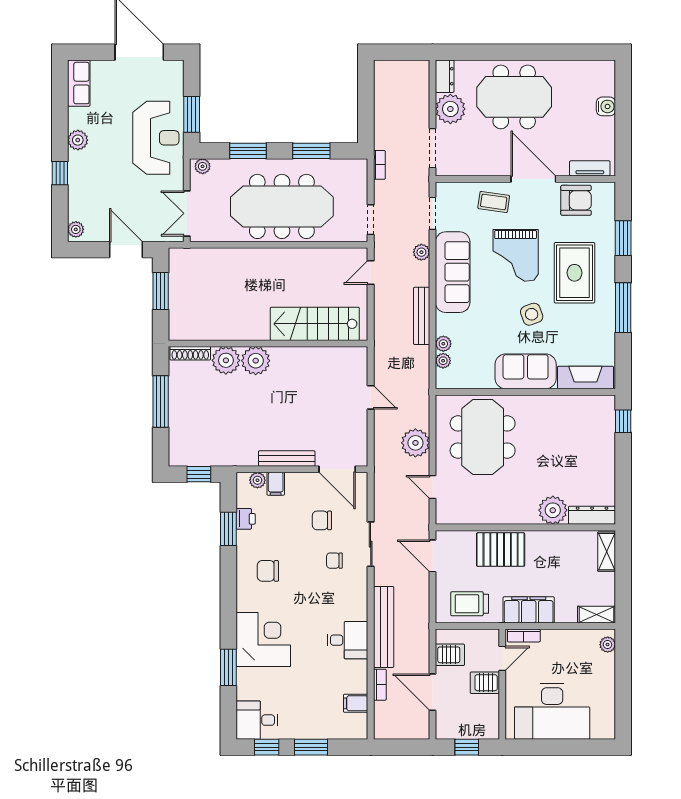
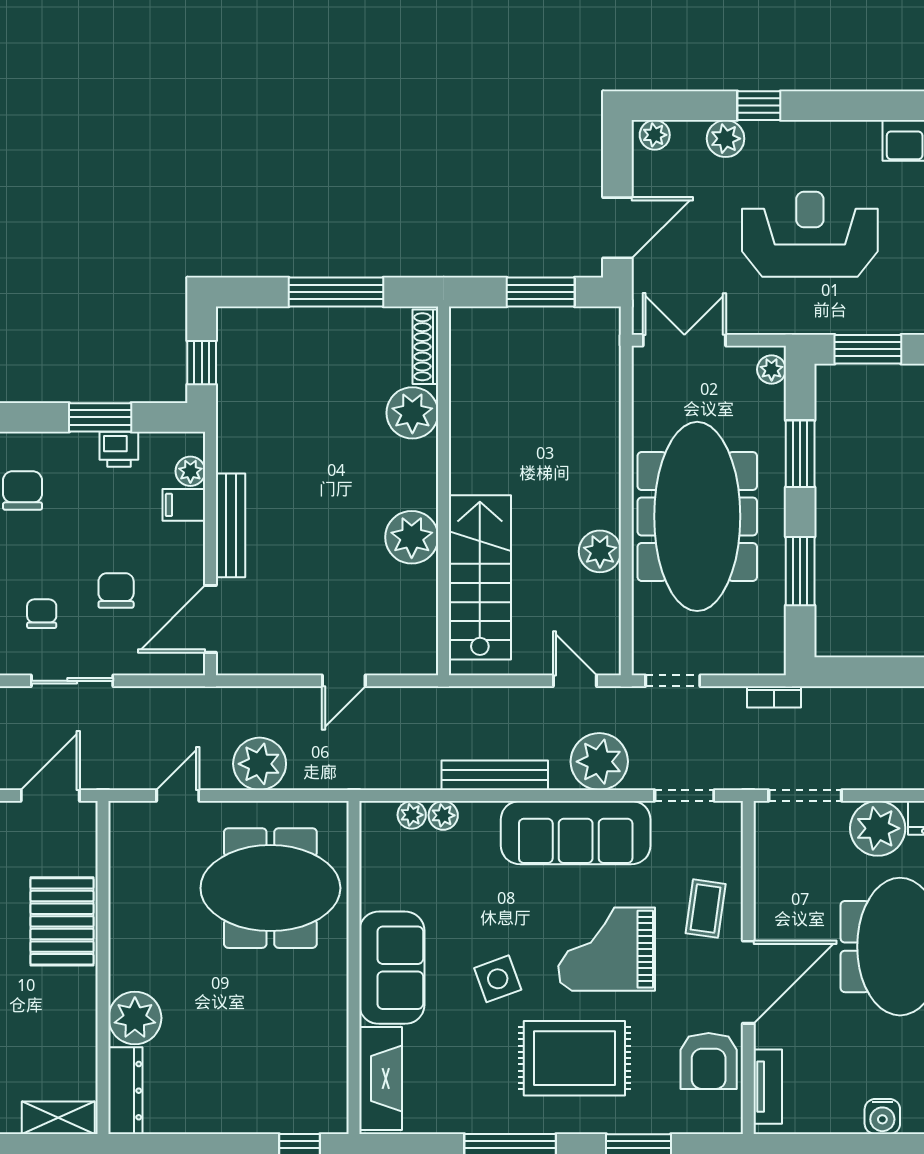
reception desk: (156, 138) -> (810, 234), moved, turned 180
plant: (78, 140) -> (726, 139), moved
plant: (421, 252) -> (599, 762), width x1.88, depth x1.88
plant: (301, 259) -> (600, 551), added
plant: (256, 361) -> (412, 537), moved

